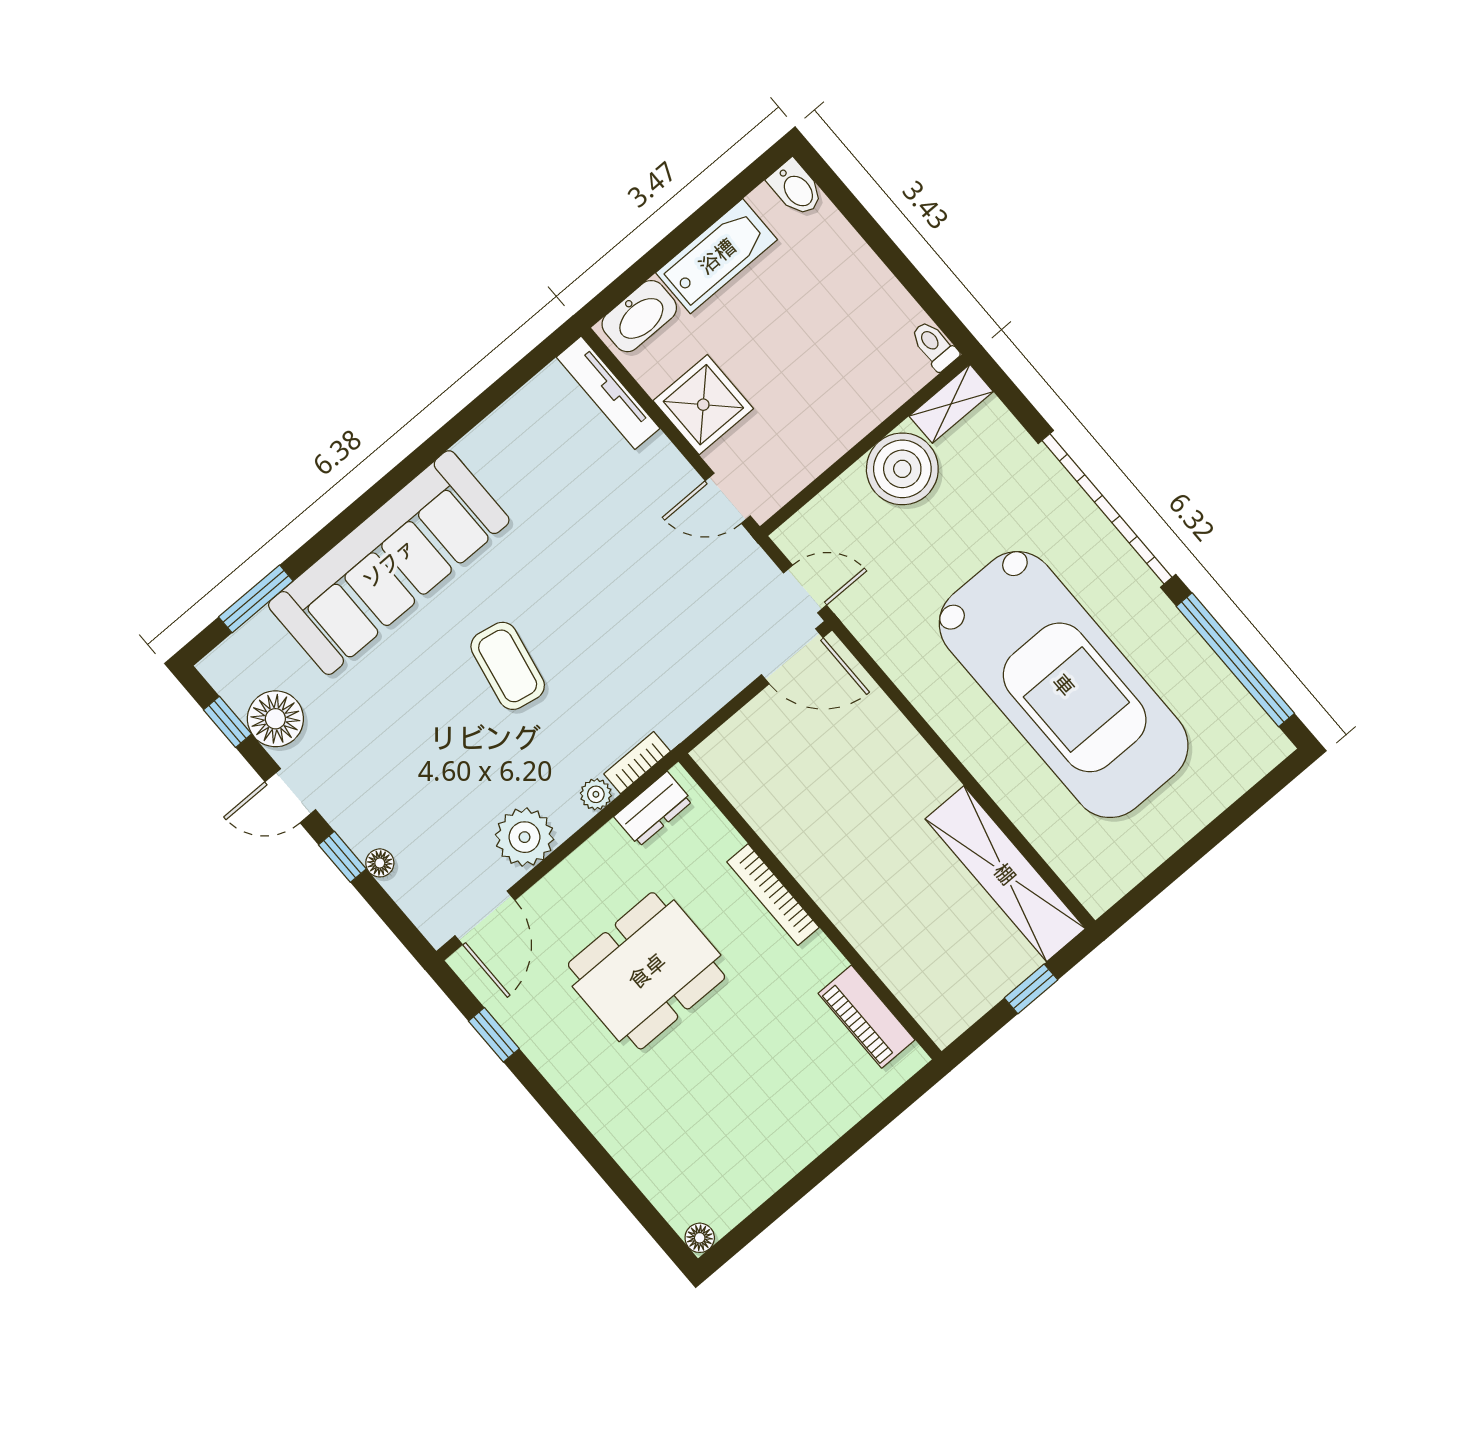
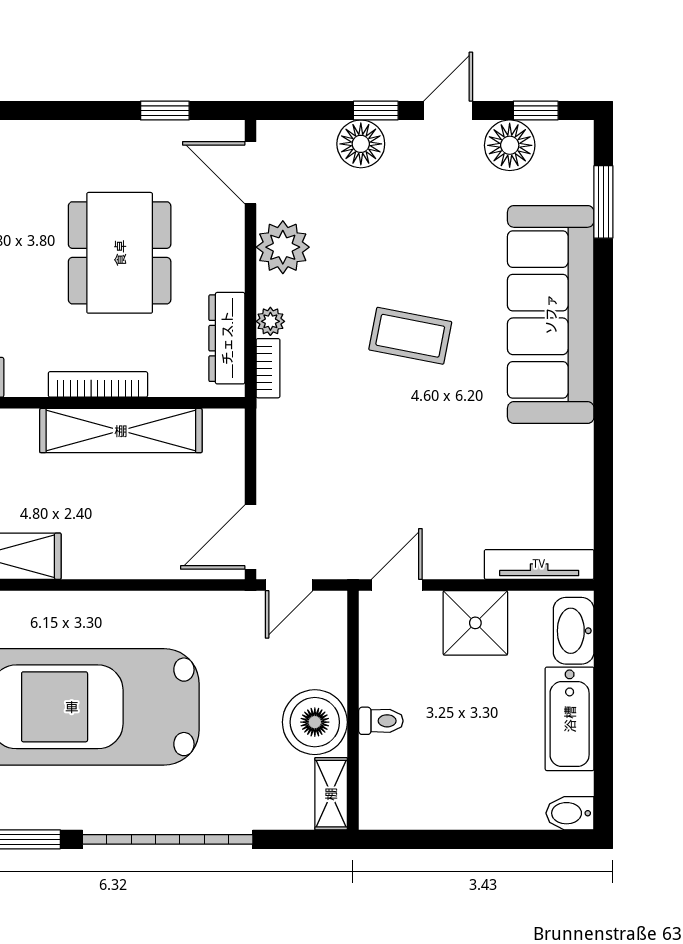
toilet: (934, 346) -> (381, 721), moved
dresser: (653, 809) -> (227, 338), width x1.44
shelving: (796, 842) -> (121, 431), added
floor lamp: (380, 863) -> (361, 144), width x1.89, depth x1.89

